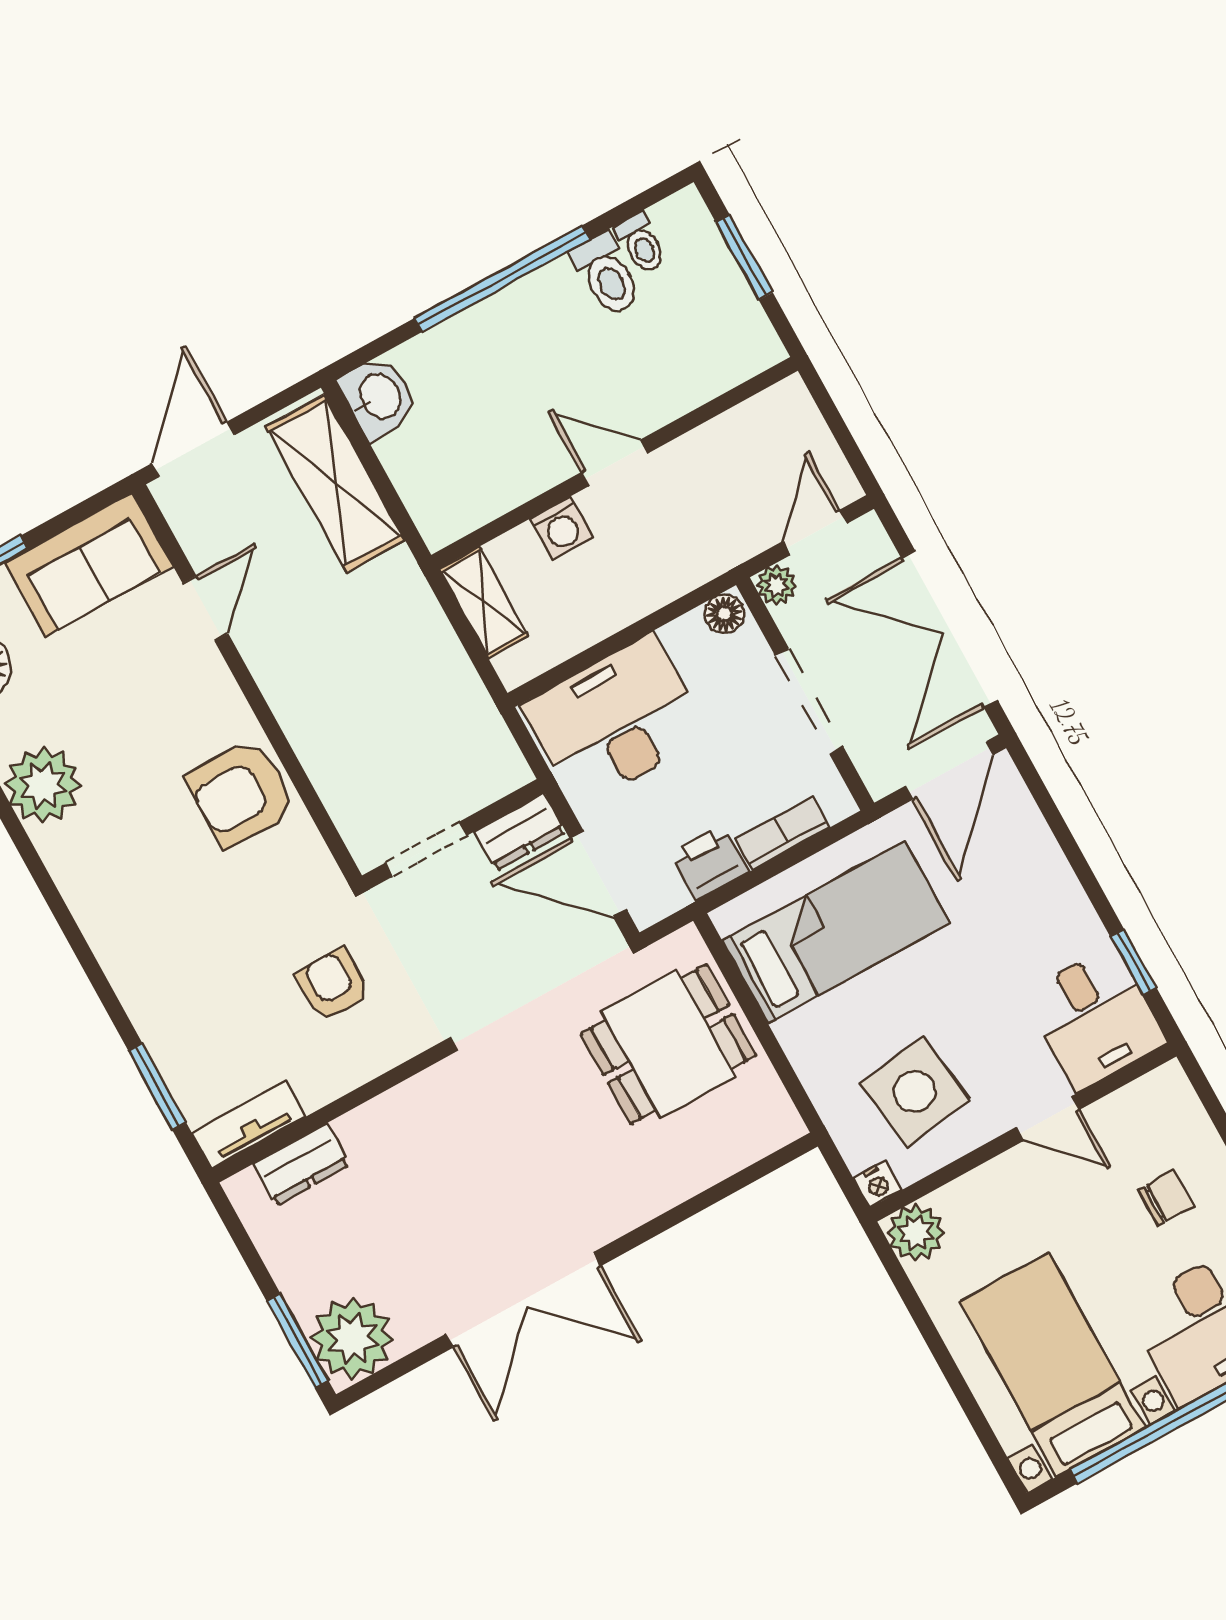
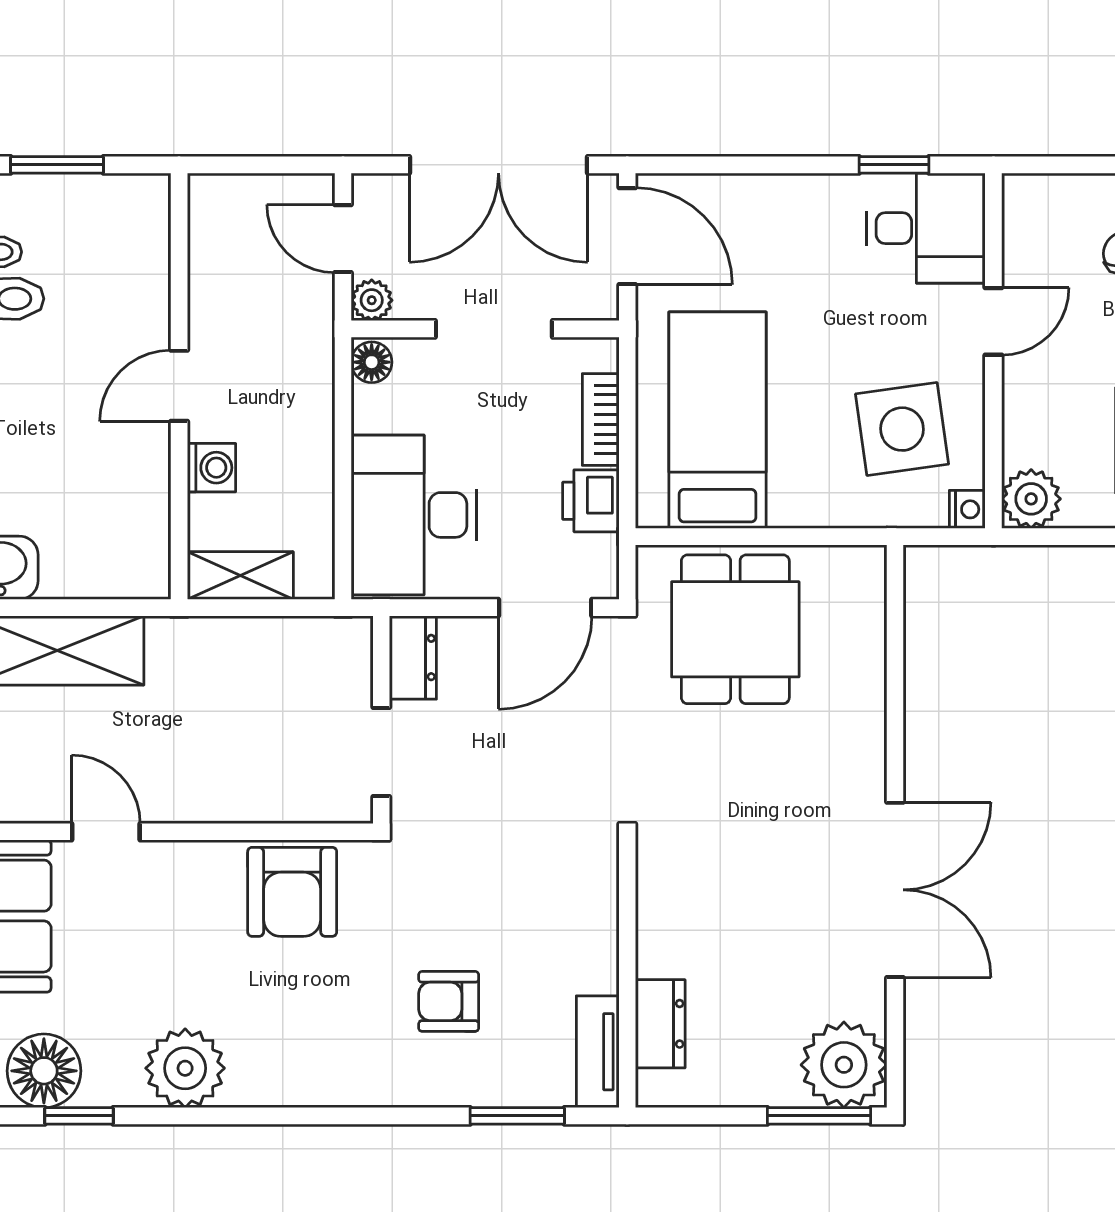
dresser: (520, 832) -> (413, 658), moved
wall: (453, 834) -> (381, 720), moved
doorway: (426, 849) -> (381, 752), moved
armchair: (333, 985) -> (449, 1001), moved

